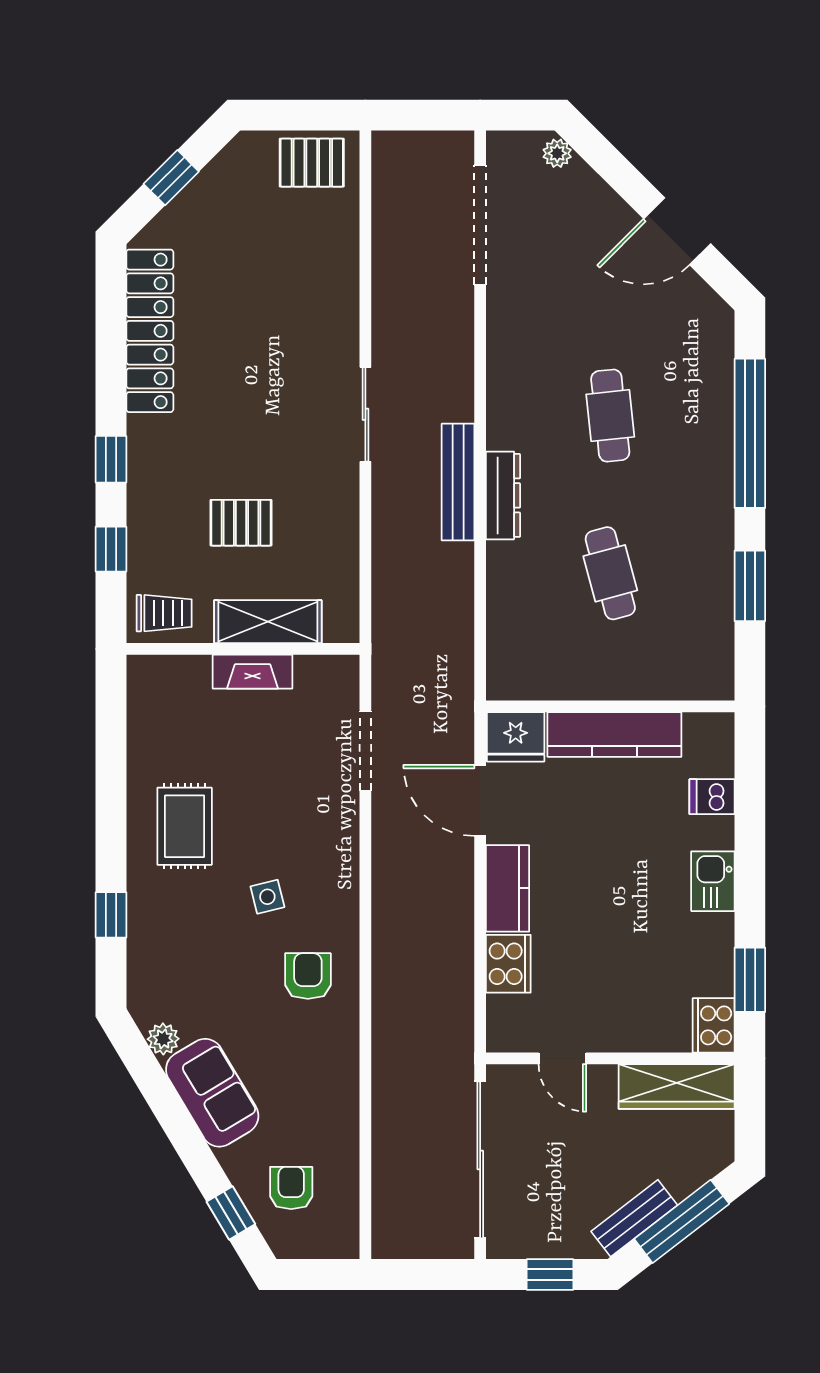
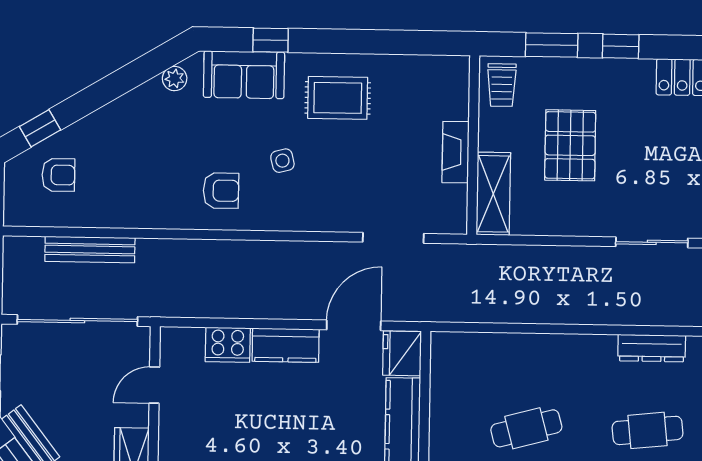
bench: (458, 482) -> (90, 250), moved
dresser: (503, 495) -> (652, 348), moved
pallet: (241, 523) -> (570, 145), width x1.50, depth x1.42
window: (111, 549) -> (552, 45), width x1.50
shelving: (268, 622) -> (493, 194), moved
sofa: (212, 1093) -> (244, 75), moved, turned 31

